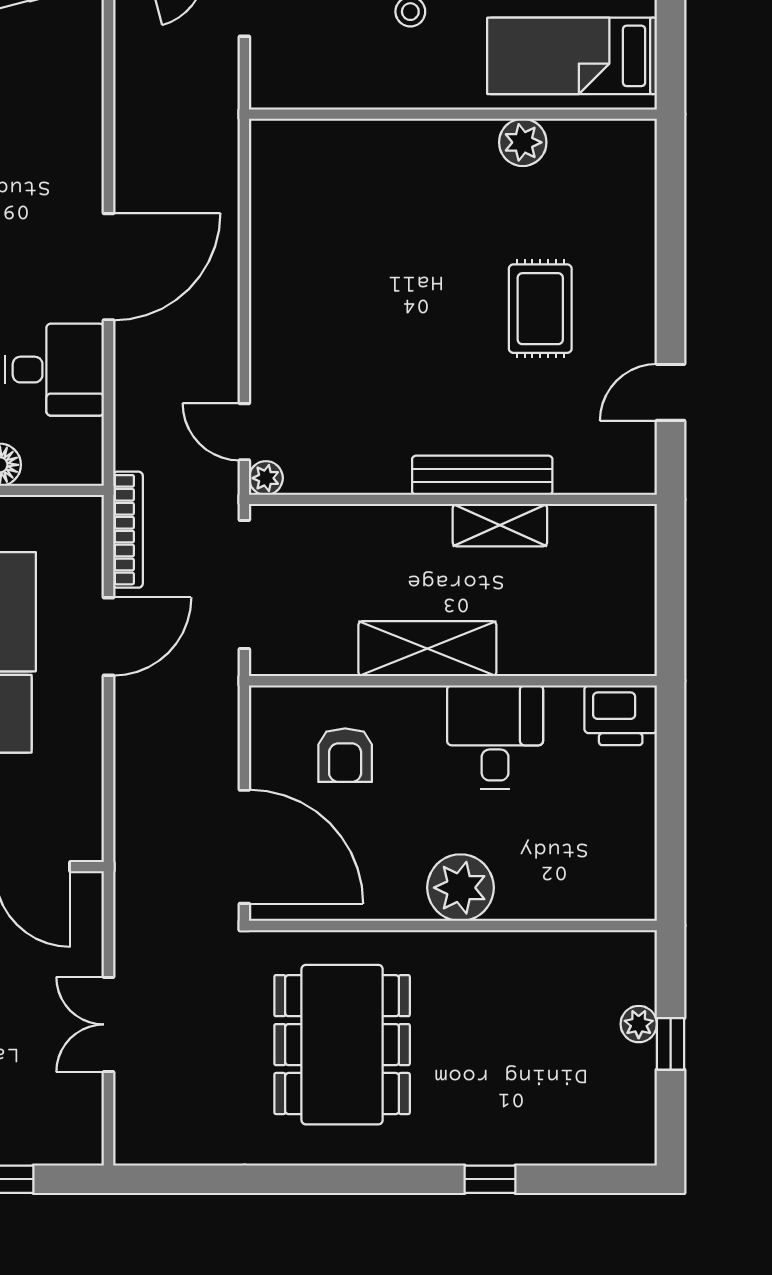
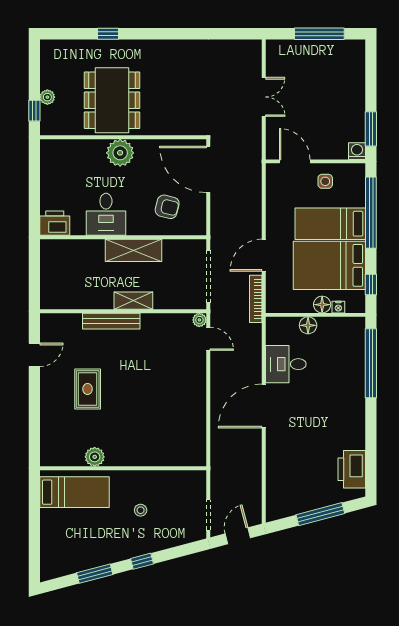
shelving: (500, 525) -> (133, 301), moved
armchair: (345, 755) -> (167, 207), turned 104
window: (671, 1044) -> (34, 111), moved
dining table: (342, 1045) -> (112, 100), moved

